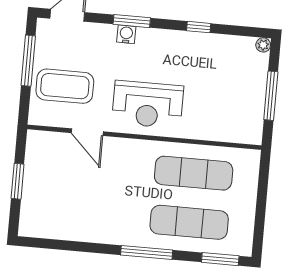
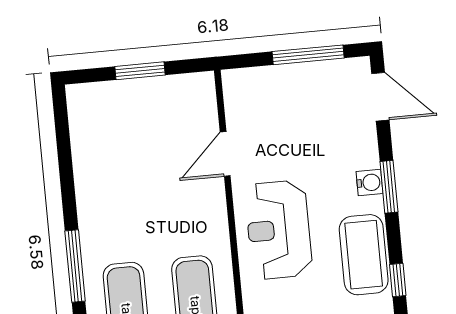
coffee table: (65, 86) -> (364, 255), moved

